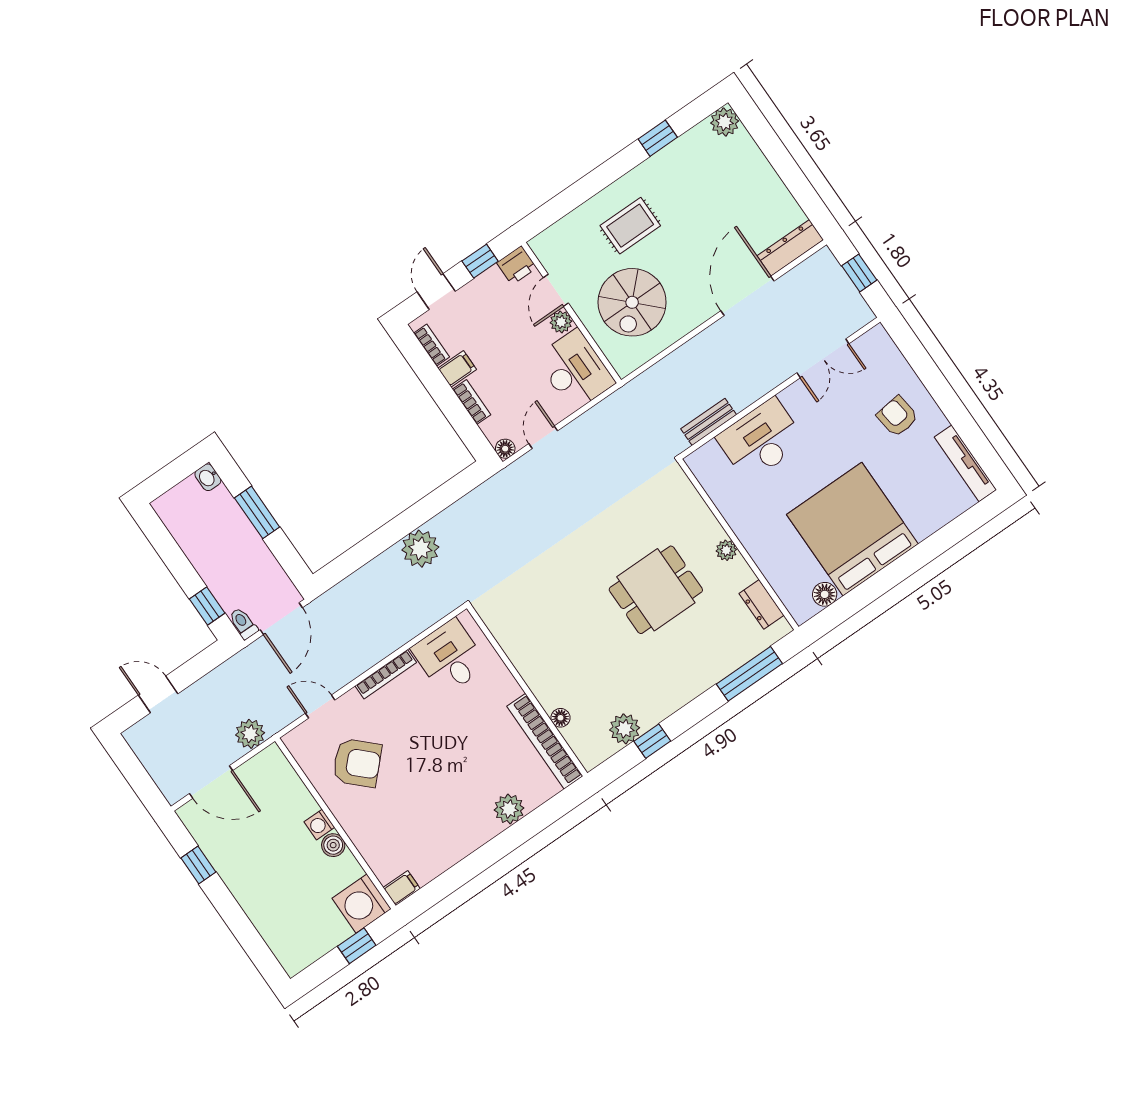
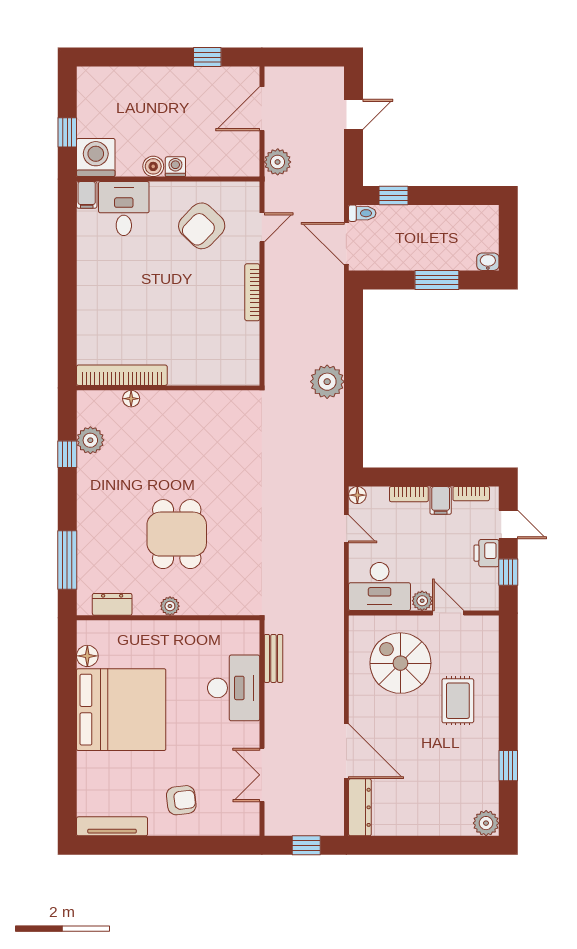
printer: (517, 265) -> (486, 553), moved
desk: (449, 657) -> (124, 209), moved, turned -90
plant: (509, 809) -> (90, 314), removed

